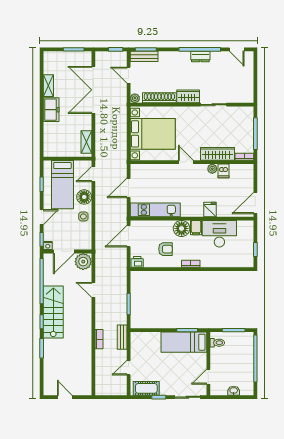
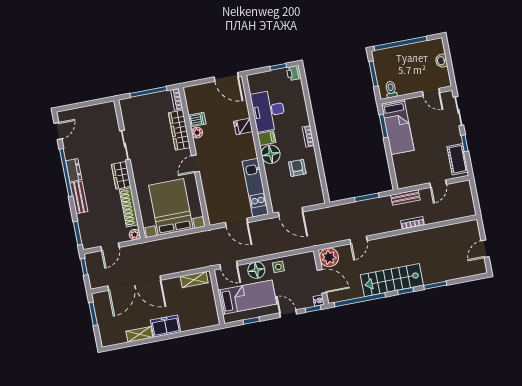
bench: (144, 56) -> (79, 197), moved
printer: (137, 262) -> (294, 73), moved
door: (129, 368) -> (438, 184), hinge flipped

